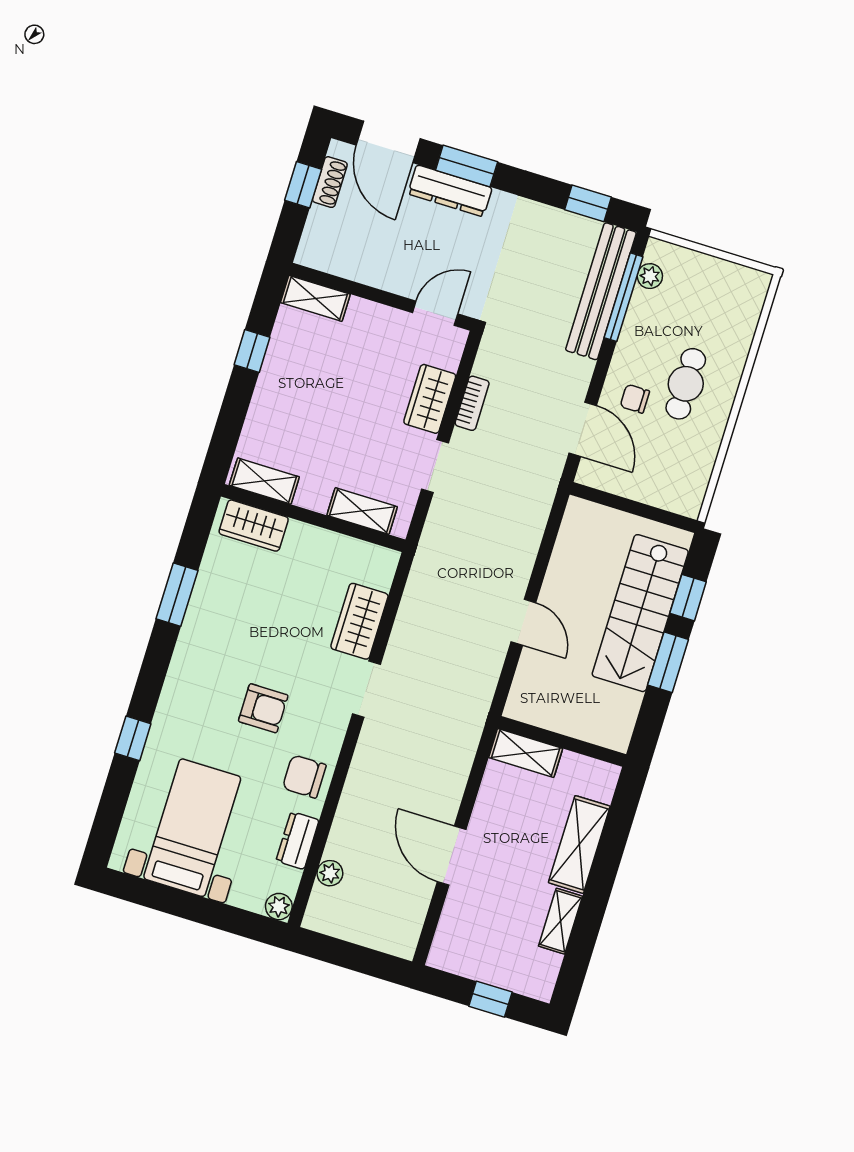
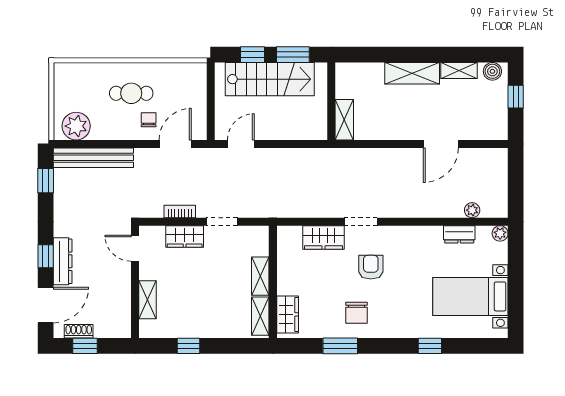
window: (467, 166) -> (46, 256), width x0.67
plant: (650, 276) -> (76, 126), width x1.88, depth x1.88
window: (623, 297) -> (93, 144), removed
shelving: (315, 298) -> (147, 300), moved
chair: (635, 399) -> (149, 120), turned 180
shelving: (362, 511) -> (260, 276), moved
door: (523, 622) -> (241, 144), moved
armchair: (263, 708) -> (371, 267), moved
wall: (562, 741) -> (331, 101), moved
shelving: (526, 753) -> (344, 120), moved
chair: (304, 777) -> (356, 313), moved
boiler: (543, 974) -> (492, 71), added

